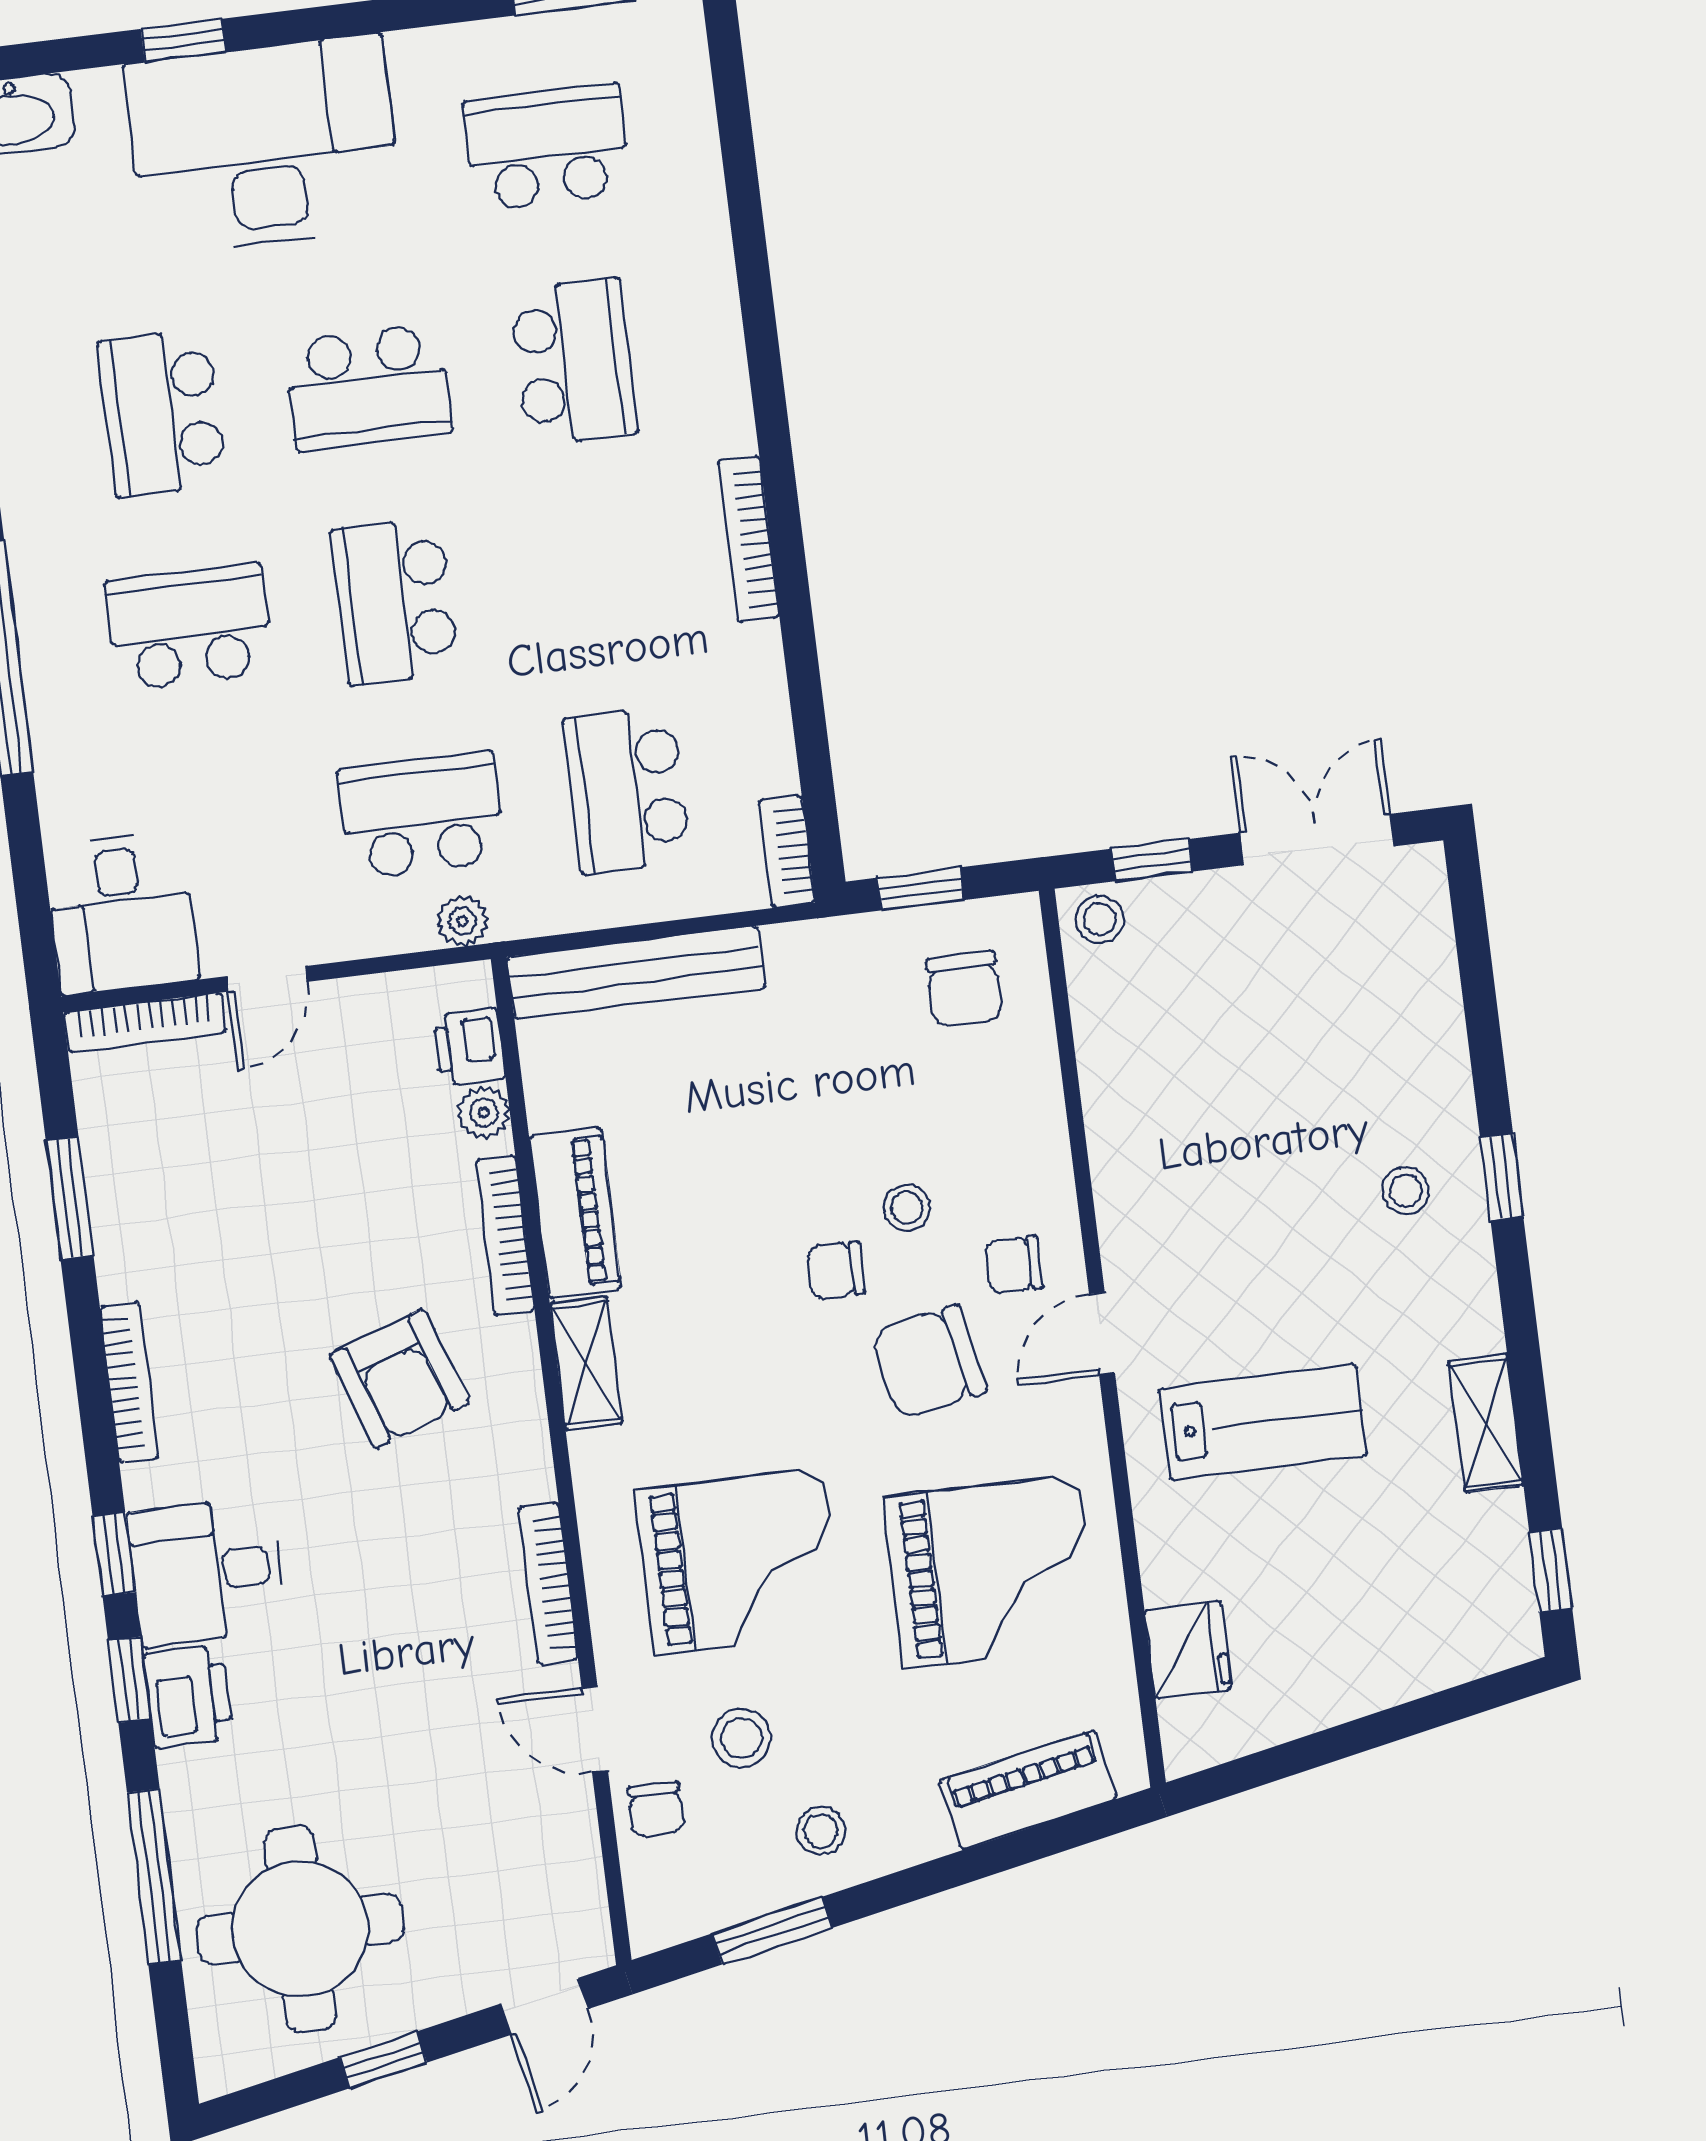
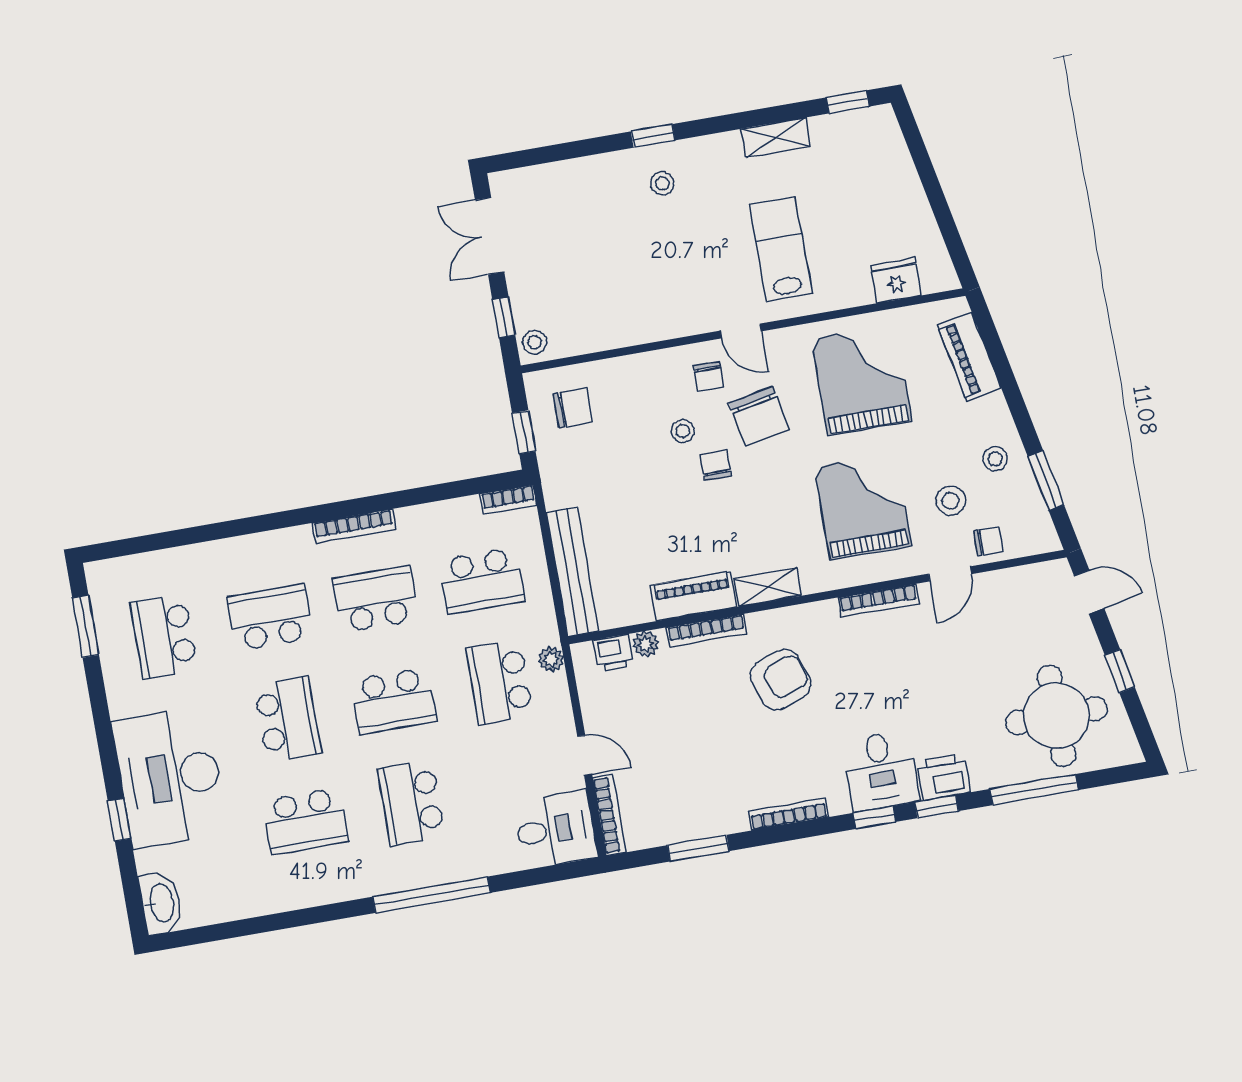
school desk: (600, 576) -> (376, 599), added
chair: (836, 1270) -> (716, 465), turned 180

